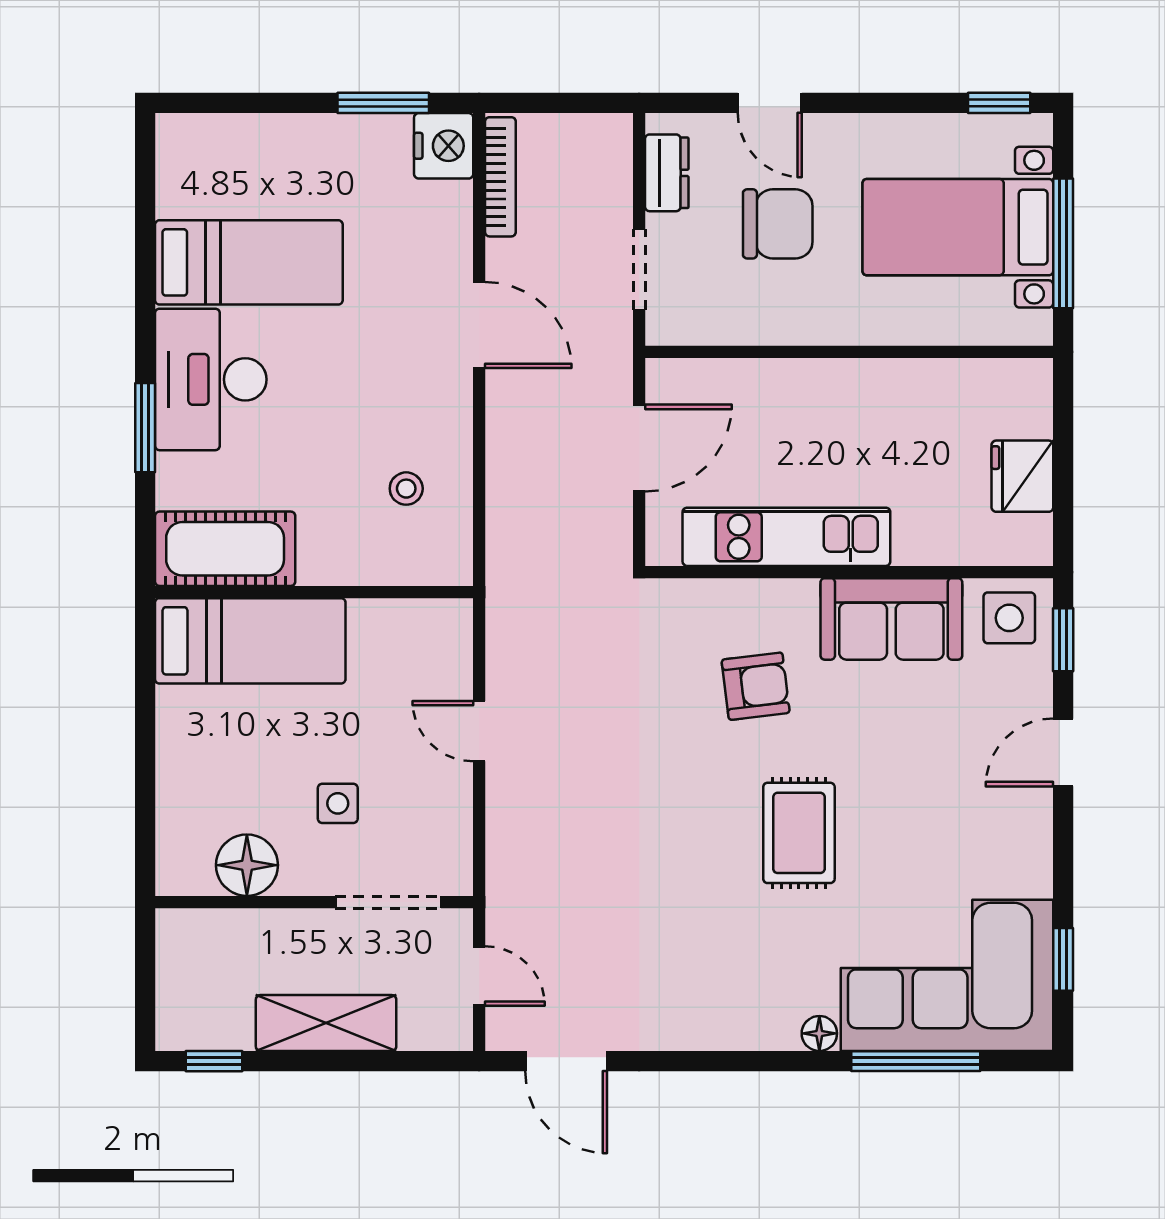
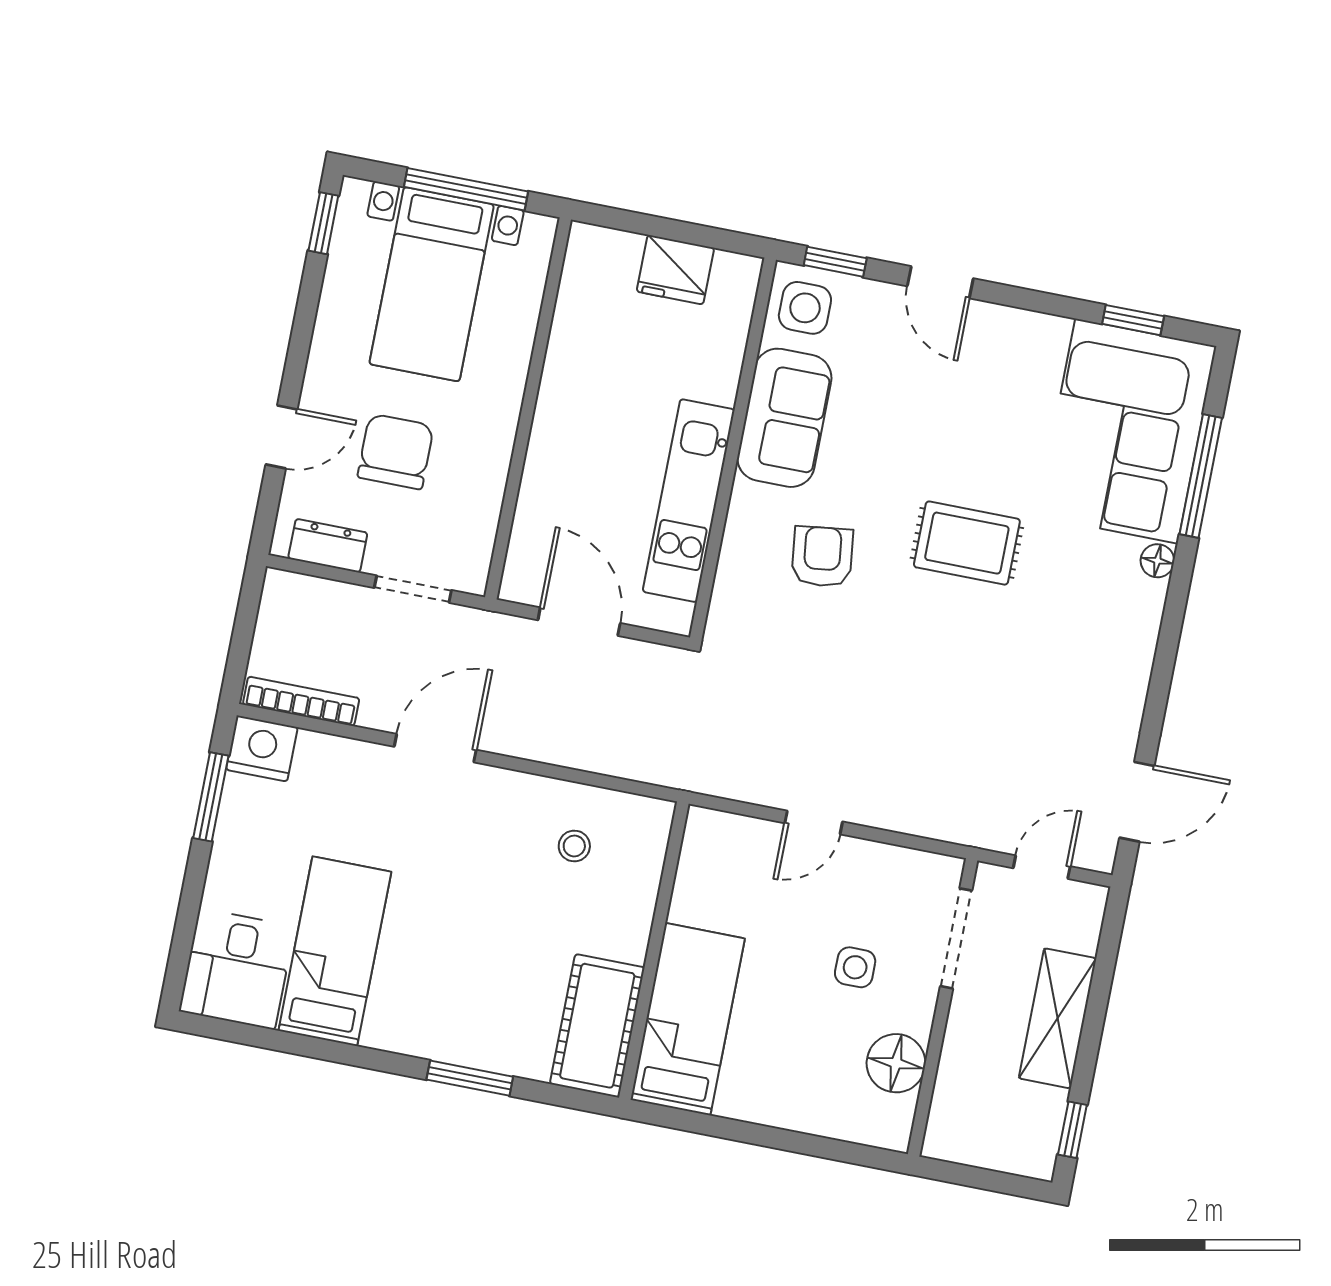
desk: (211, 379) -> (237, 969), moved, width x0.73

